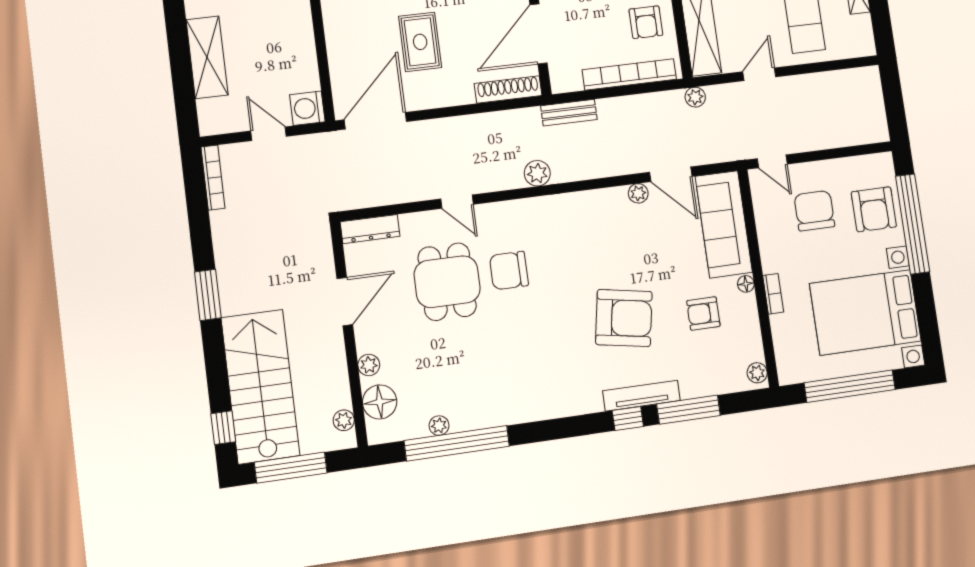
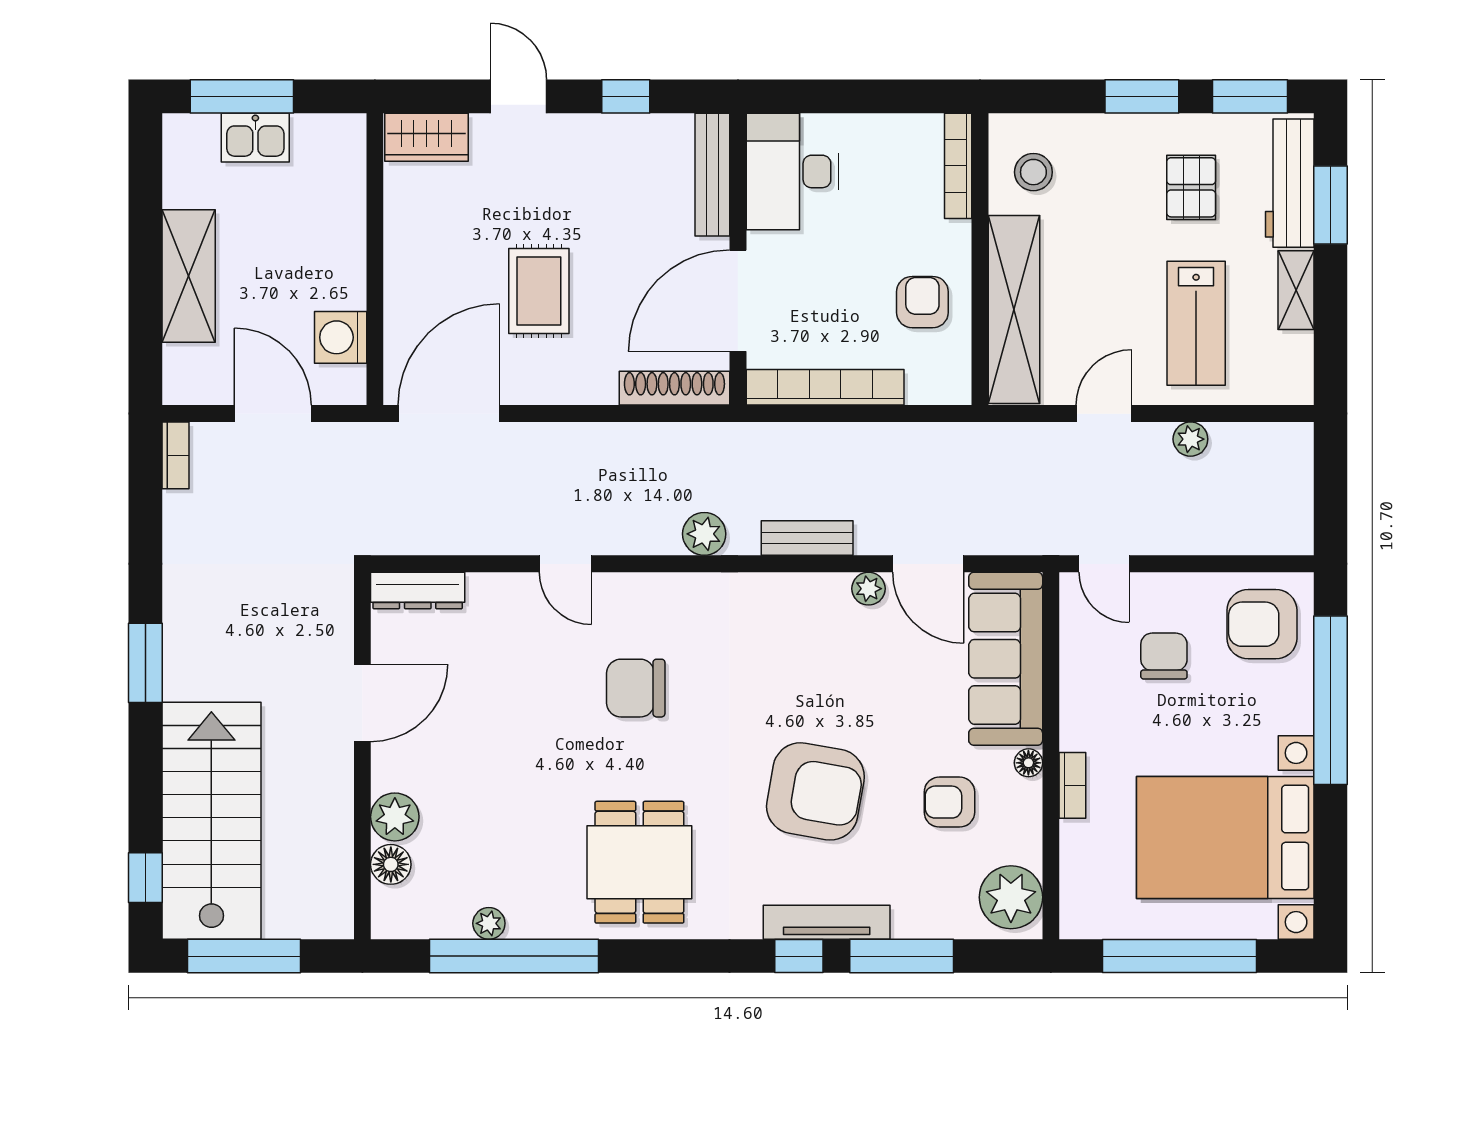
armchair: (646, 22) -> (922, 302), turned 180
bookcase: (629, 74) -> (825, 387), moved
plant: (695, 97) -> (1190, 439), moved
washing machine: (307, 108) -> (341, 337), moved
bench: (569, 113) -> (807, 538), moved
door: (269, 134) -> (273, 414), width x1.38
bookcase: (213, 178) -> (175, 455), width x0.64
armchair: (874, 209) -> (1262, 624), moved, turned 90
chair: (814, 211) -> (1164, 656), width x0.73, depth x0.73
dining table: (447, 282) -> (639, 862), moved
plant: (369, 365) -> (395, 817), width x1.38, depth x1.38
plant: (757, 373) -> (1011, 897), width x1.87, depth x1.87
floor lamp: (380, 402) -> (391, 864), width x0.73, depth x0.73
plant: (344, 420) -> (337, 893), removed

